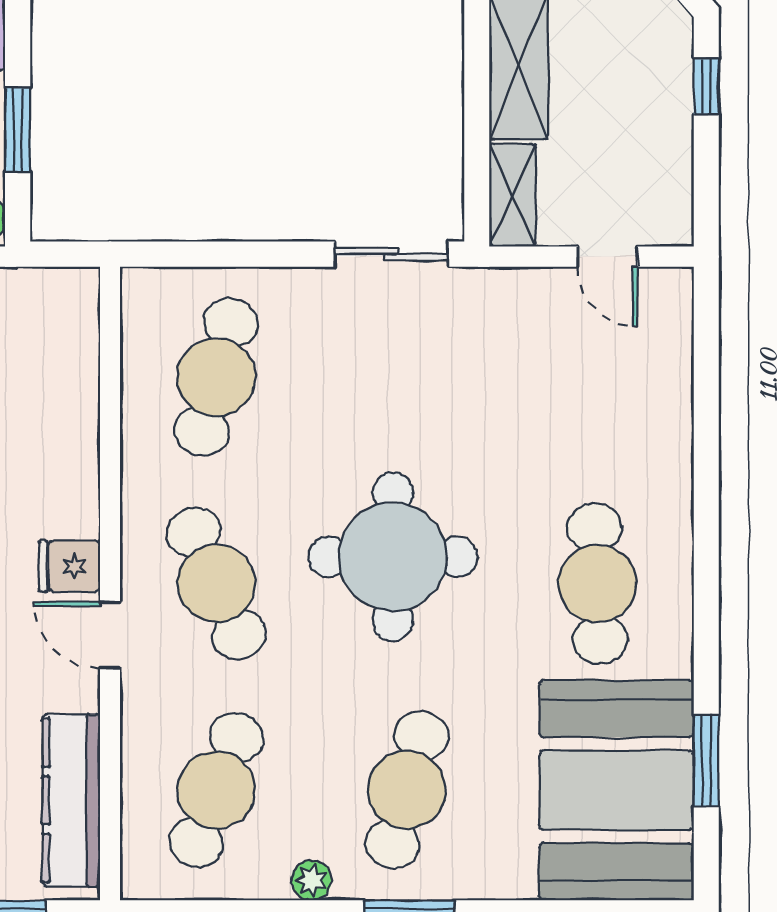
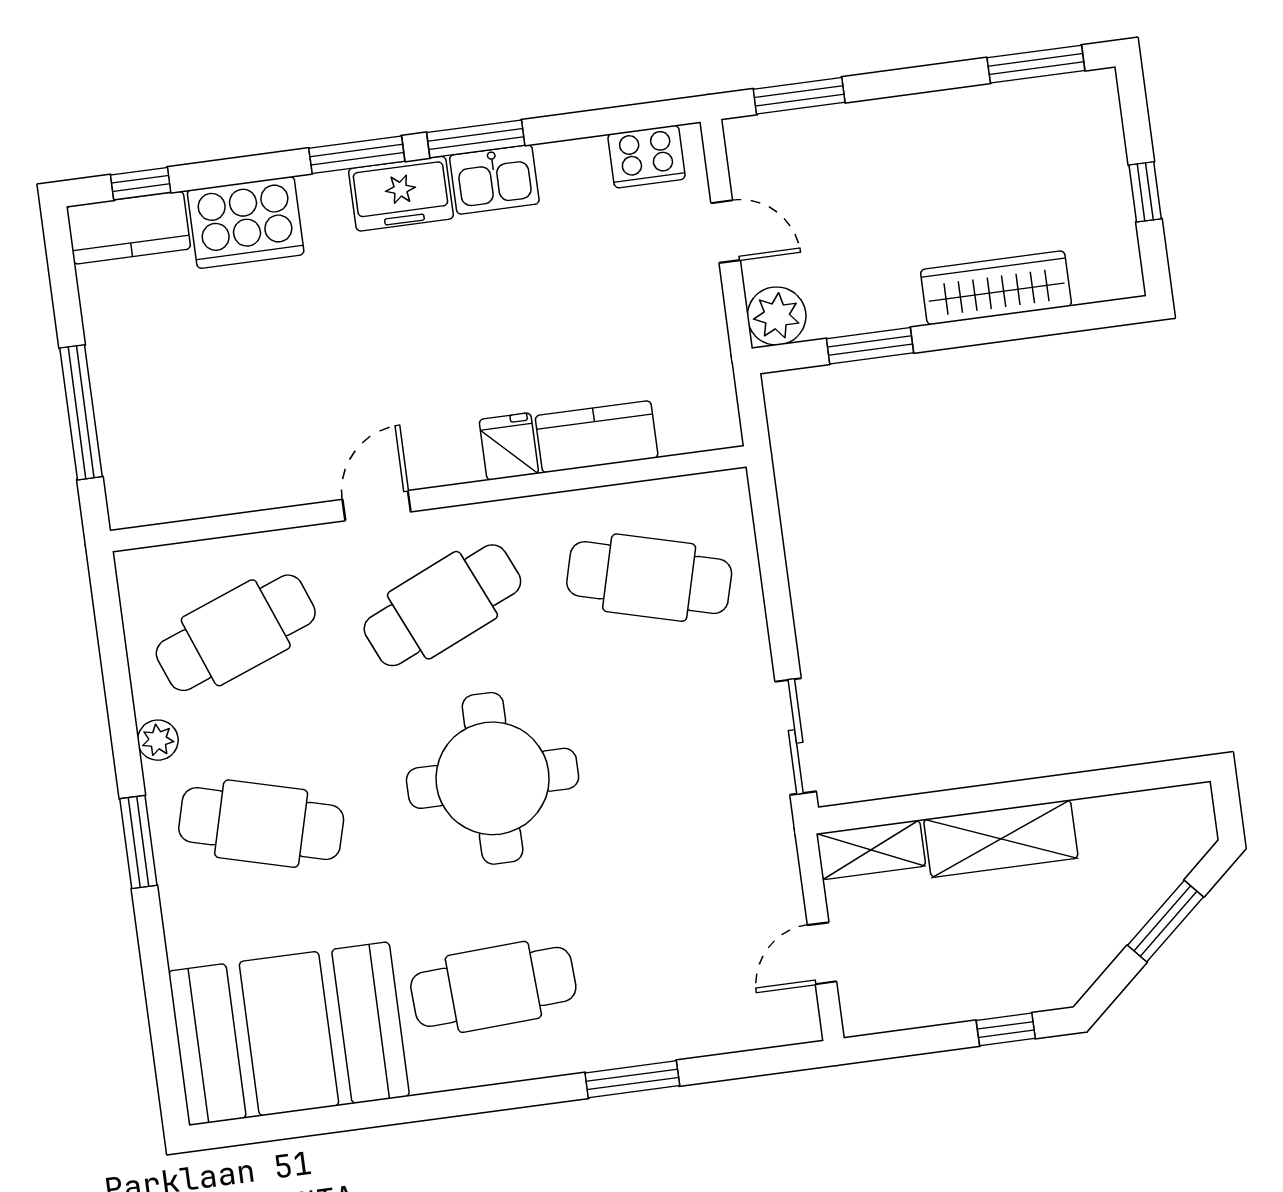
fridge: (69, 566) -> (509, 447), moved
window: (706, 761) -> (632, 1079), moved
cafe table: (216, 790) -> (236, 633), turned -42
kitchen counter: (71, 800) -> (597, 437), moved, width x0.67

